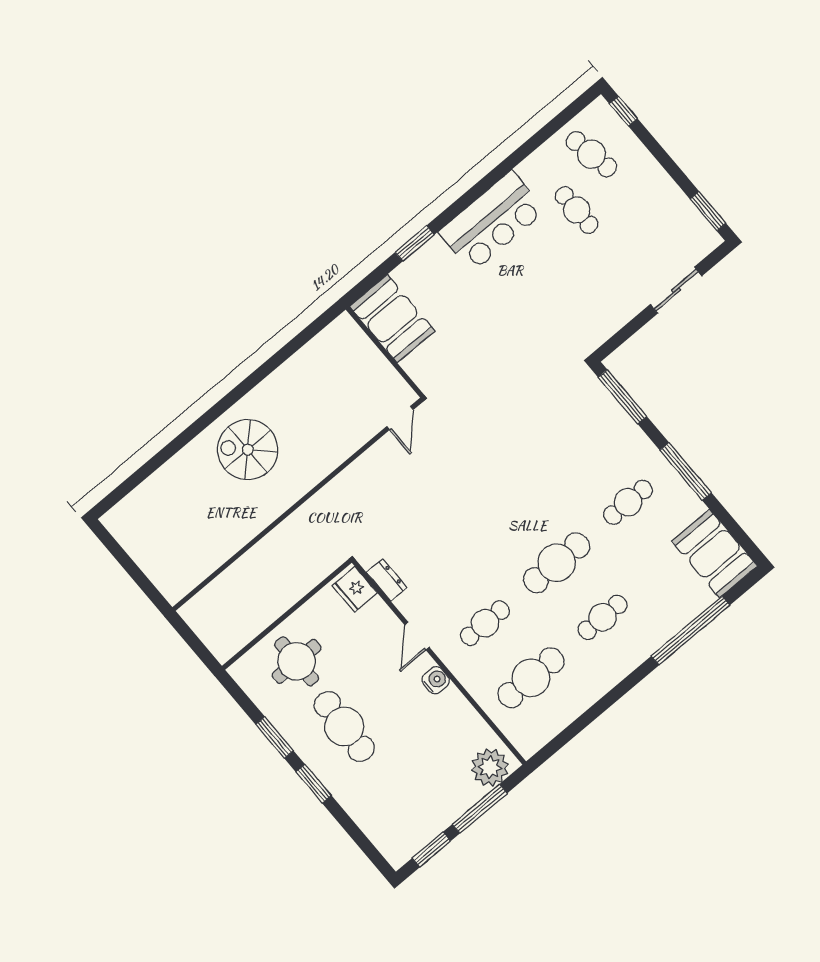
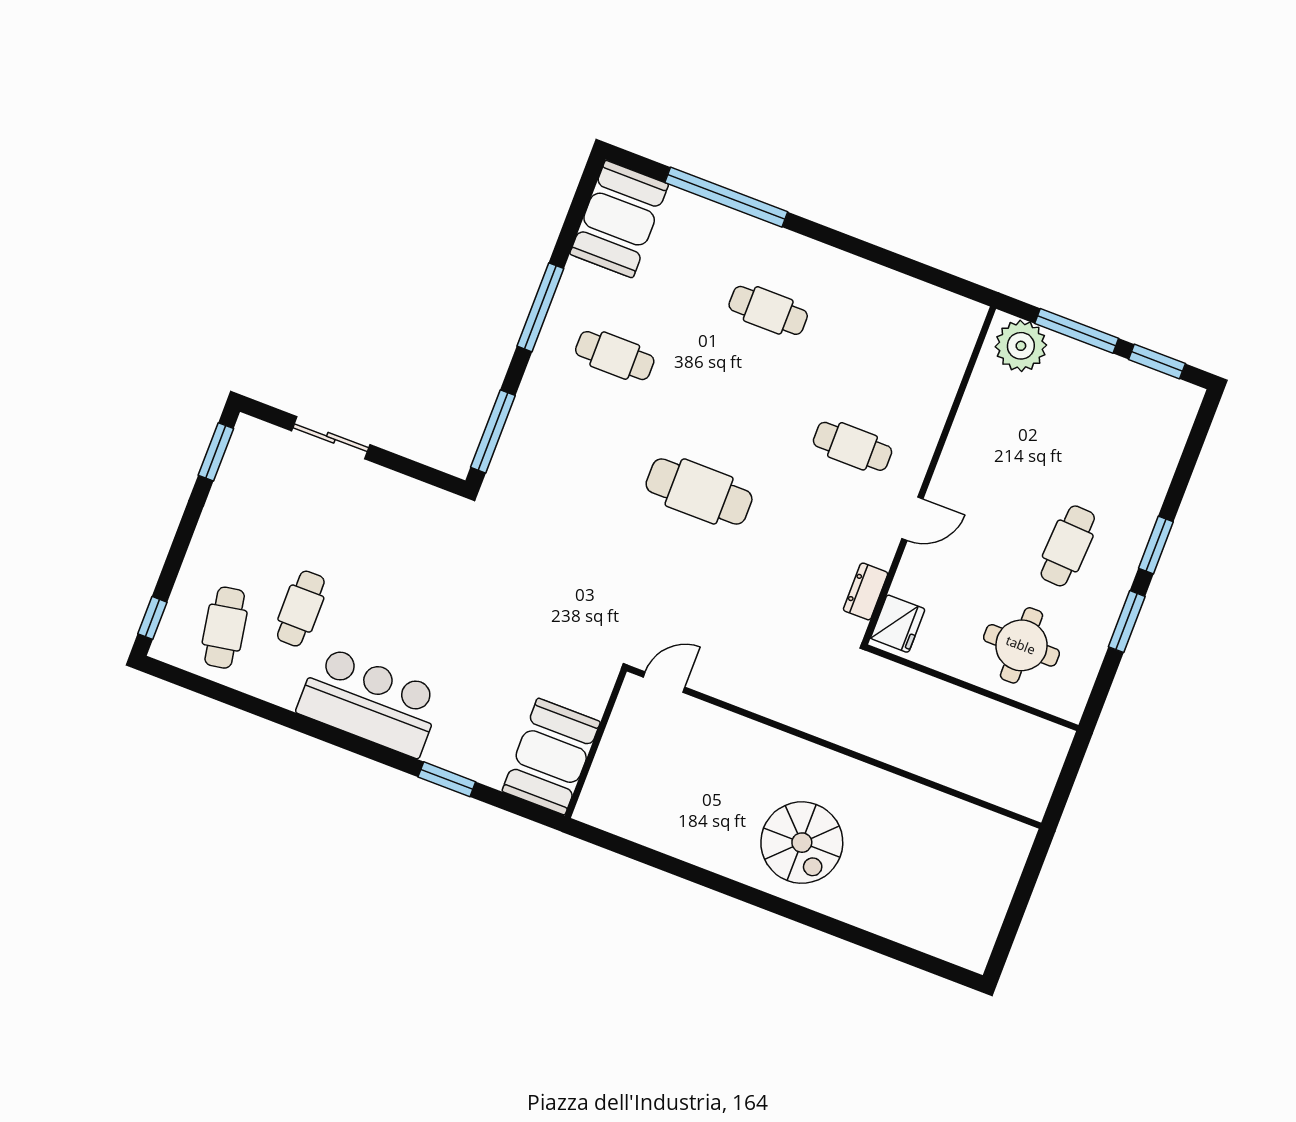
cafe table: (557, 563) -> (699, 491), moved
cafe table: (531, 678) -> (887, 356), removed
water cooler: (436, 680) -> (953, 468), removed
cafe table: (344, 727) -> (1068, 546), width x0.73, depth x0.74

